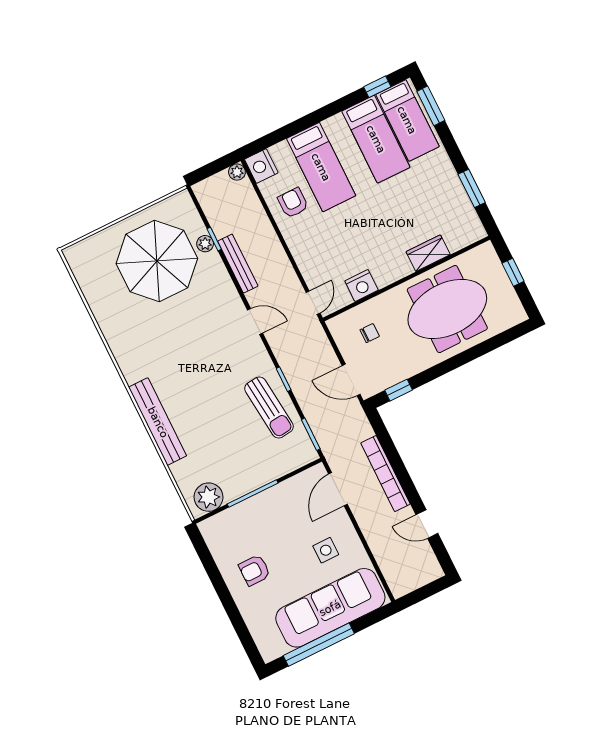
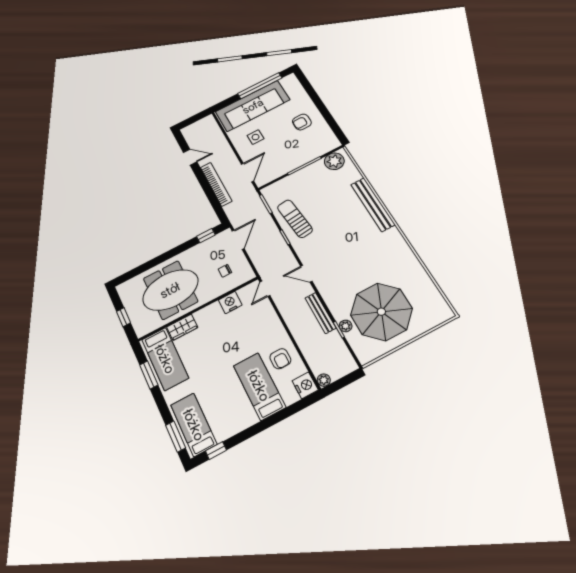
bed: (376, 139) -> (165, 359), moved, turned 180
door: (351, 380) -> (238, 240), hinge flipped
armchair: (254, 570) -> (302, 122), turned 180

